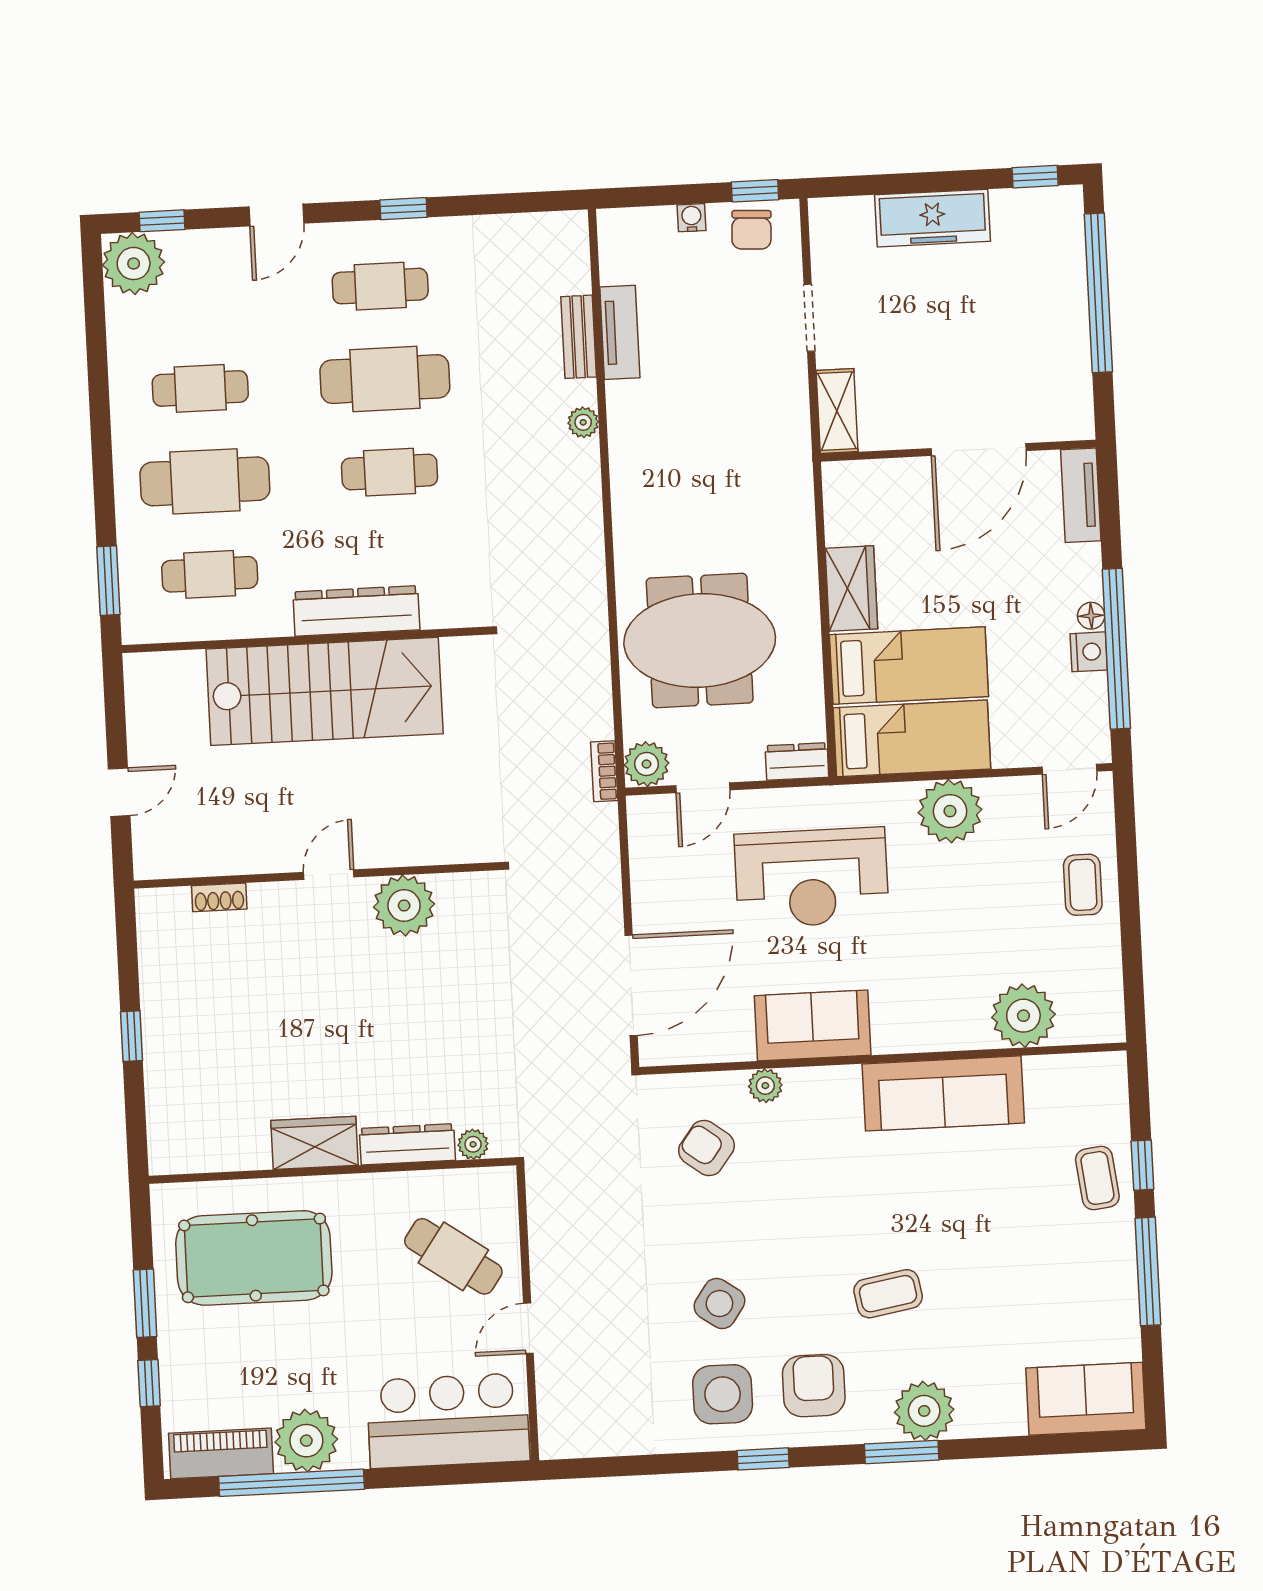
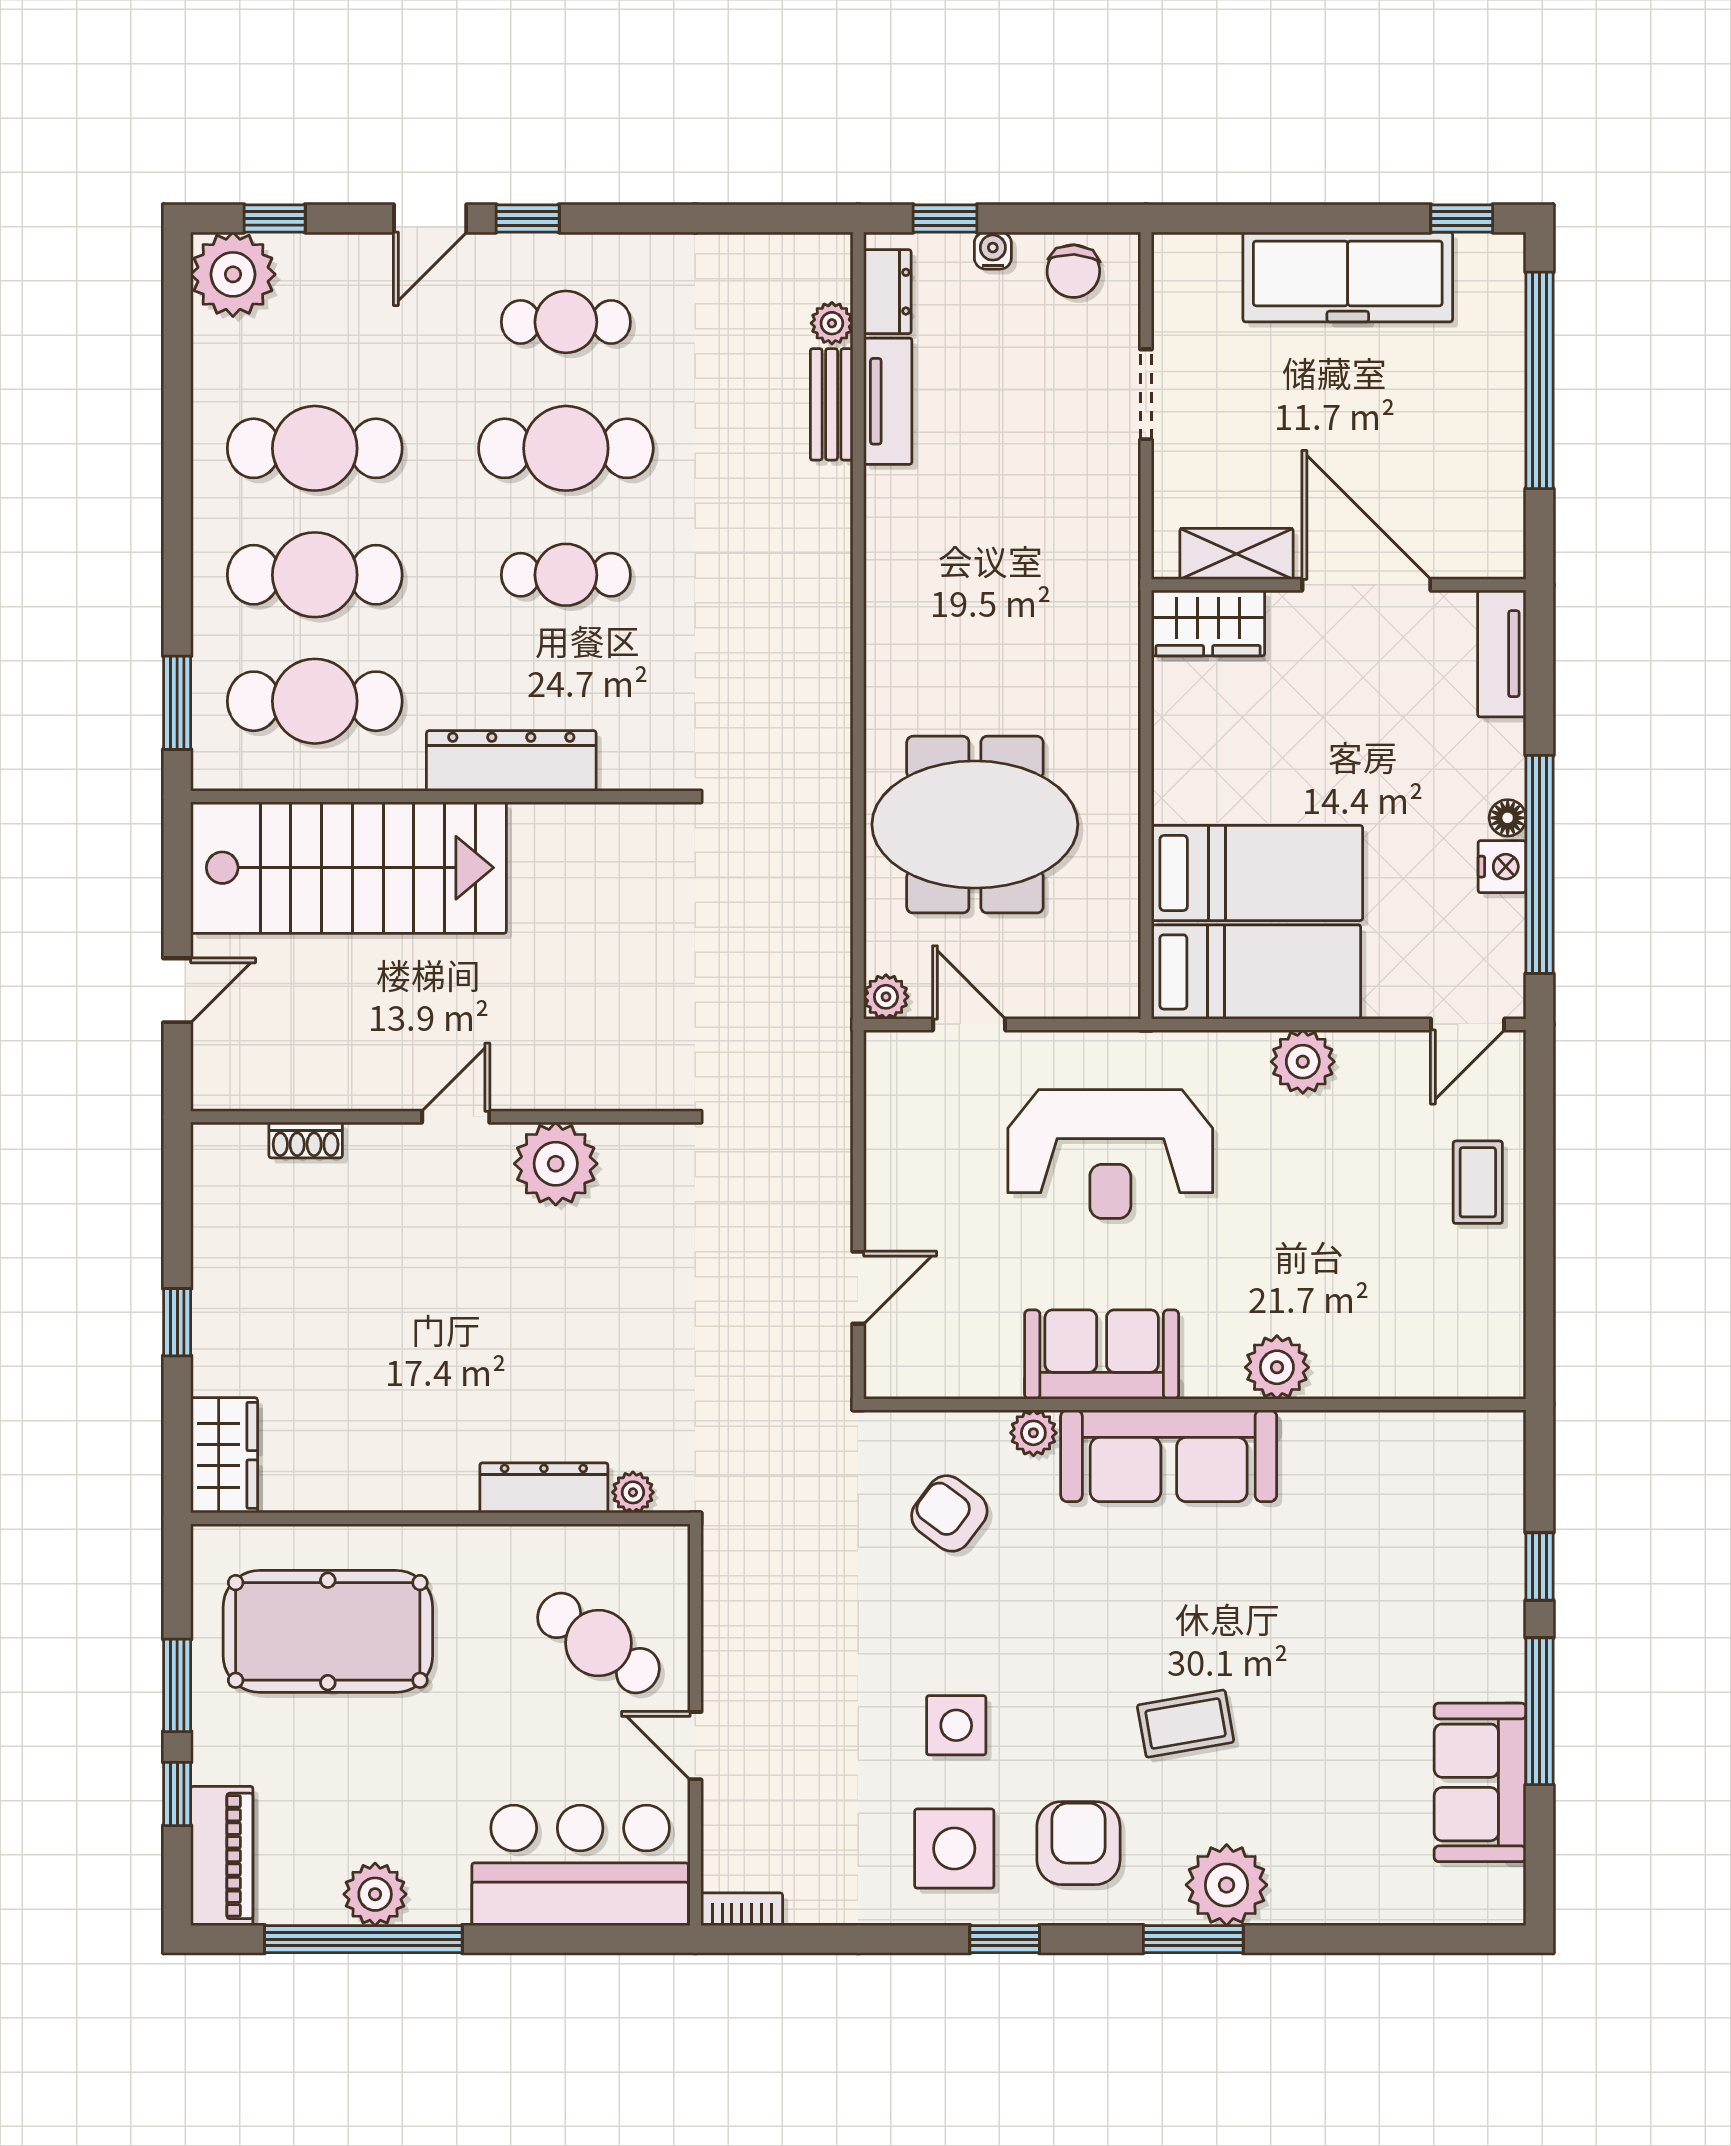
window: (755, 191) -> (945, 218), moved
window: (404, 209) -> (528, 218), moved
freezer: (933, 218) -> (1348, 277), width x1.36, depth x1.26
cafe table: (200, 388) -> (315, 448), width x1.37, depth x1.35
shelving: (837, 411) -> (1236, 554), moved, turned 90
plant: (583, 422) -> (832, 323), moved
door: (979, 450) -> (1366, 585), swing flipped
cafe table: (210, 574) -> (315, 701), width x1.37, depth x1.35
wardrobe: (851, 588) -> (1208, 623), moved, turned 90
stairs: (325, 691) -> (348, 868), moved
dresser: (797, 761) -> (887, 292), moved, turned 90
plant: (647, 764) -> (886, 997), width x0.73, depth x0.73
bookcase: (604, 771) -> (742, 1909), moved, turned 90
door: (703, 788) -> (969, 1024), swing flipped
plant: (950, 811) -> (1303, 1062), width x0.73, depth x0.73
door: (631, 985) -> (858, 1288), width x0.53
plant: (1023, 1016) -> (1277, 1367), moved, width x0.73, depth x0.73
sofa: (943, 1093) -> (1169, 1456), moved
wardrobe: (314, 1143) -> (224, 1455), moved, turned 90
coffee table: (1097, 1178) -> (1477, 1581), removed
side table: (719, 1304) -> (956, 1725), turned -35
door: (528, 1328) -> (695, 1746), hinge flipped
sofa: (1086, 1399) -> (1480, 1782), moved, turned -90
plant: (306, 1441) -> (375, 1894), width x0.73, depth x0.73
piano: (221, 1453) -> (222, 1856), moved, turned 90

